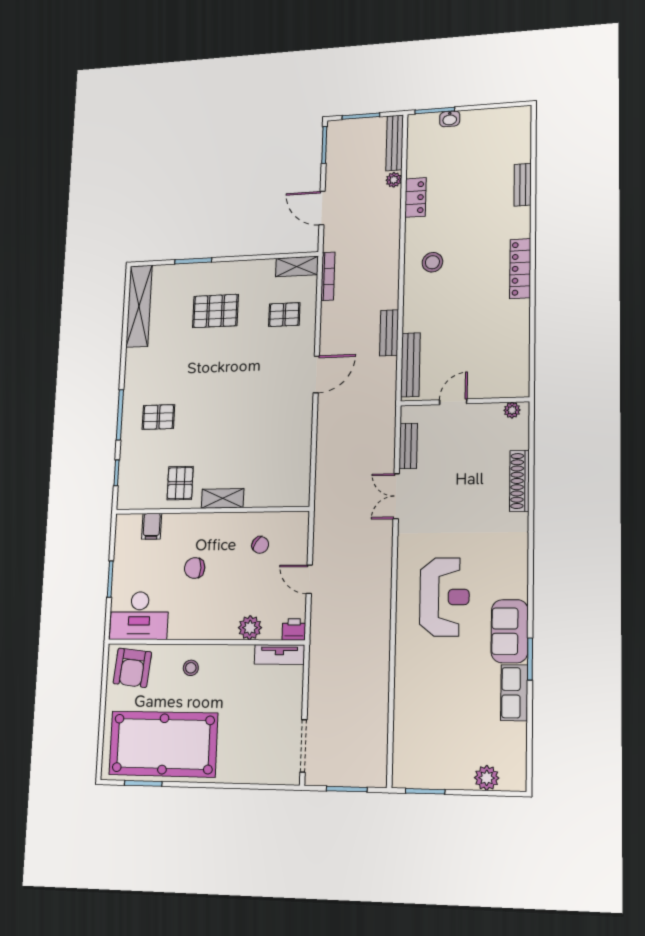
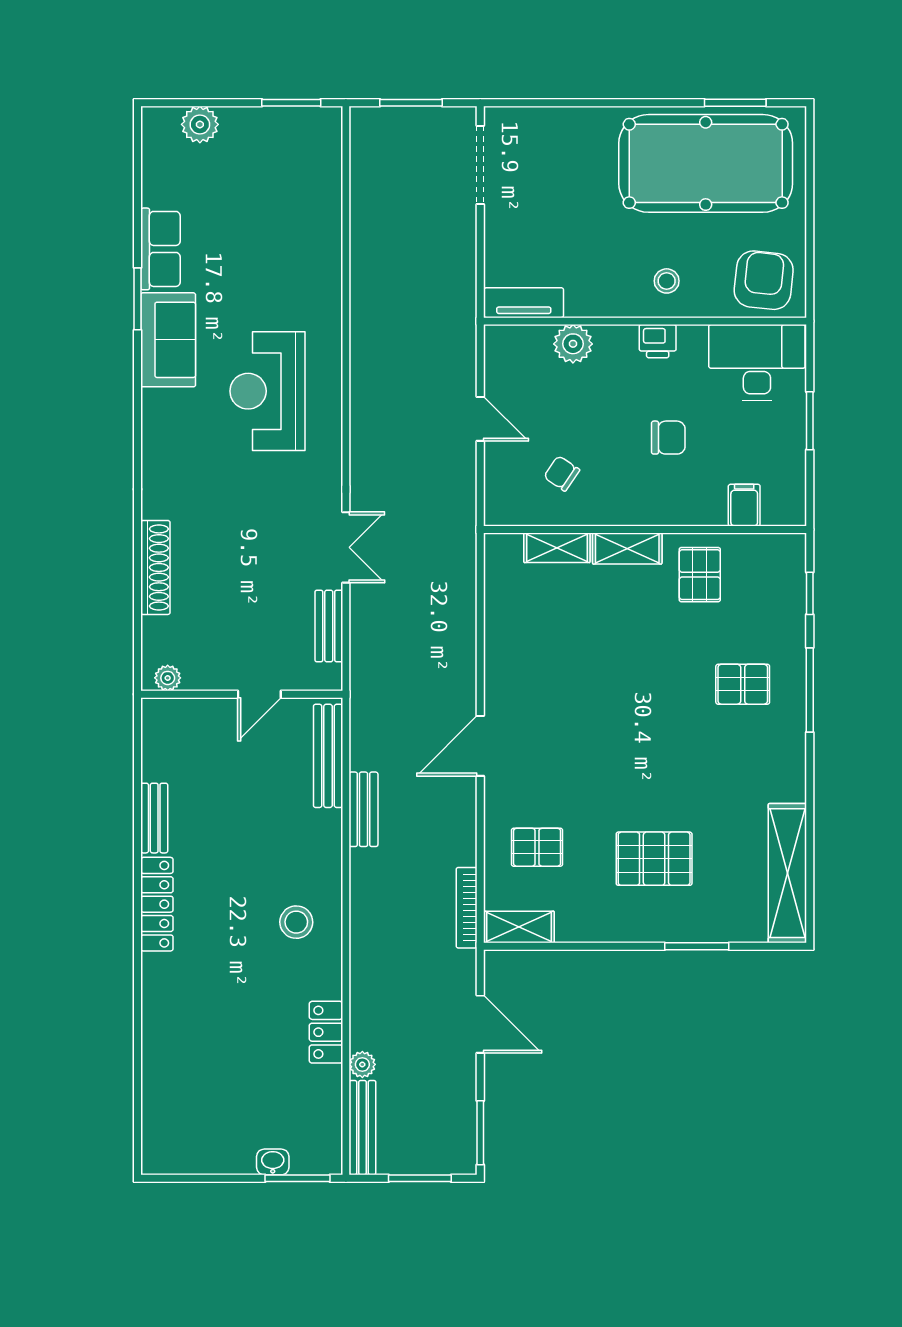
bench: (523, 185) -> (154, 818), moved
shelving: (265, 498) -> (557, 548), added
printer: (294, 630) -> (658, 341), moved

